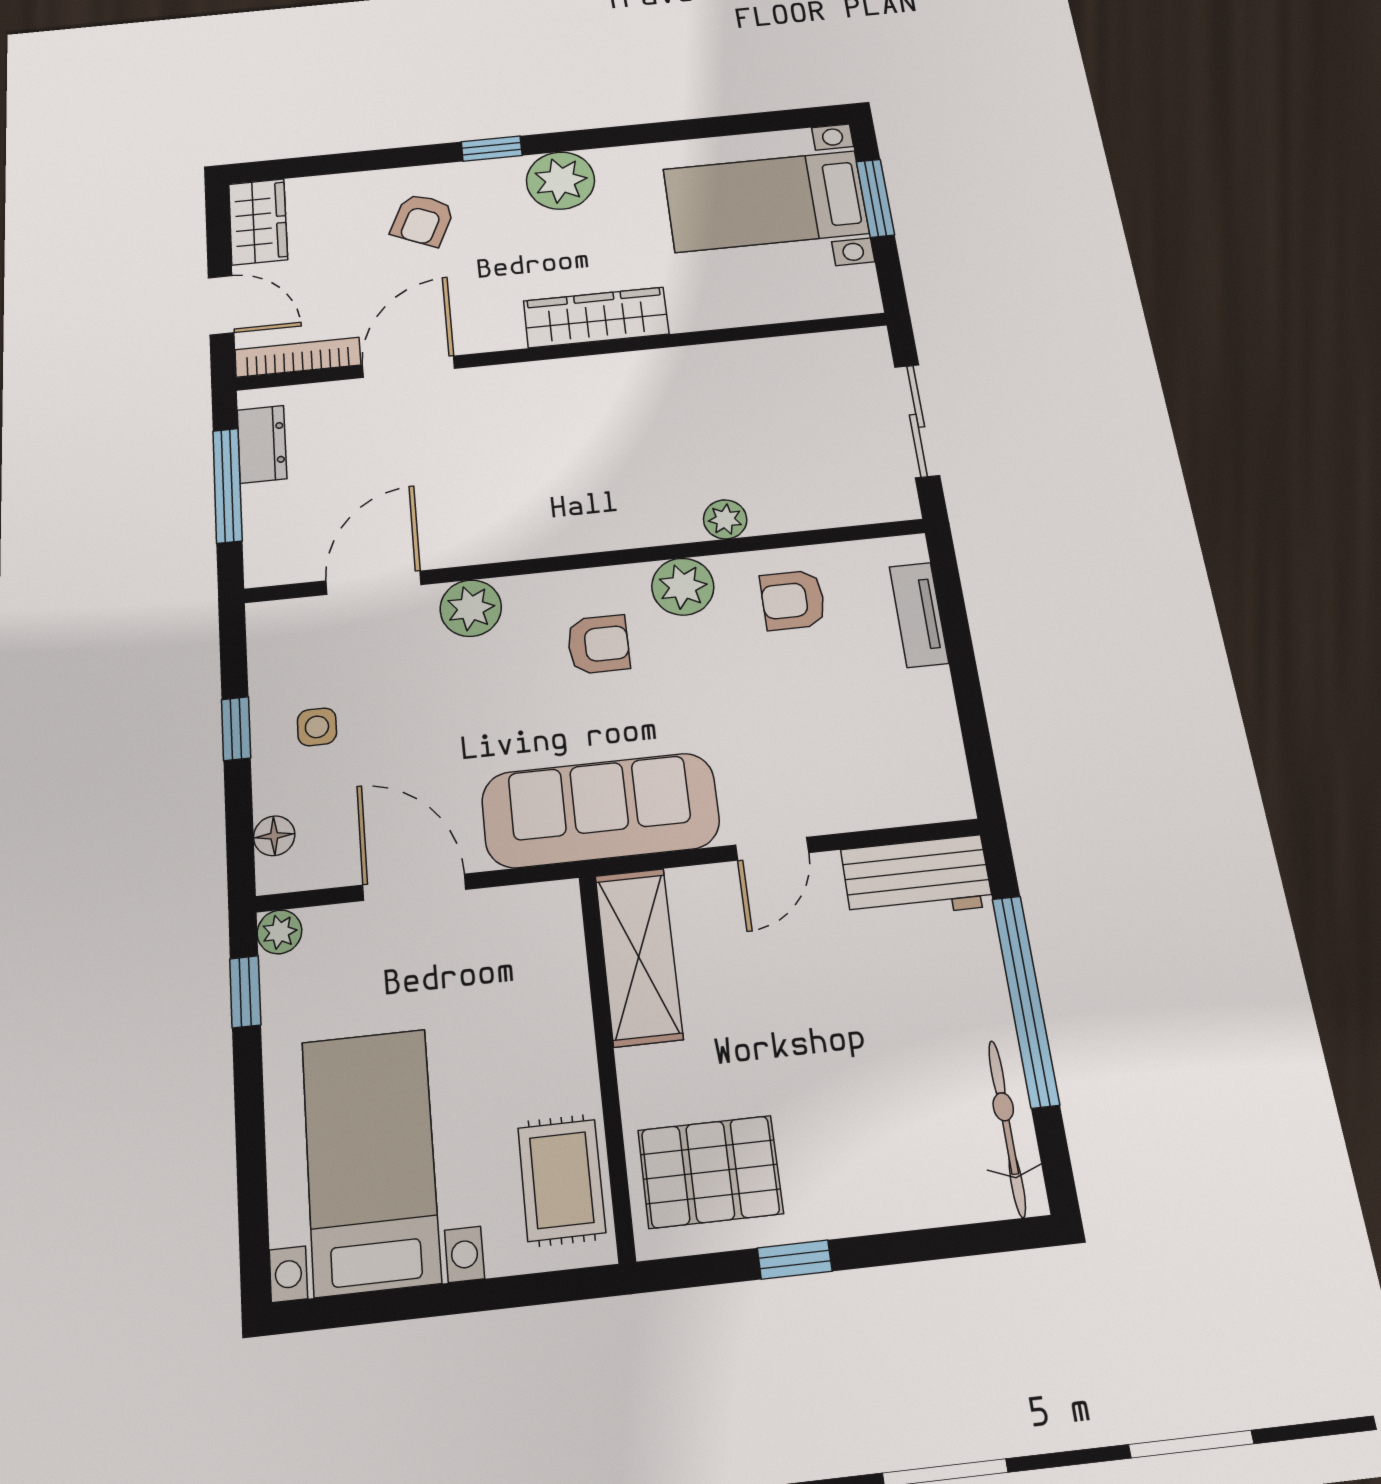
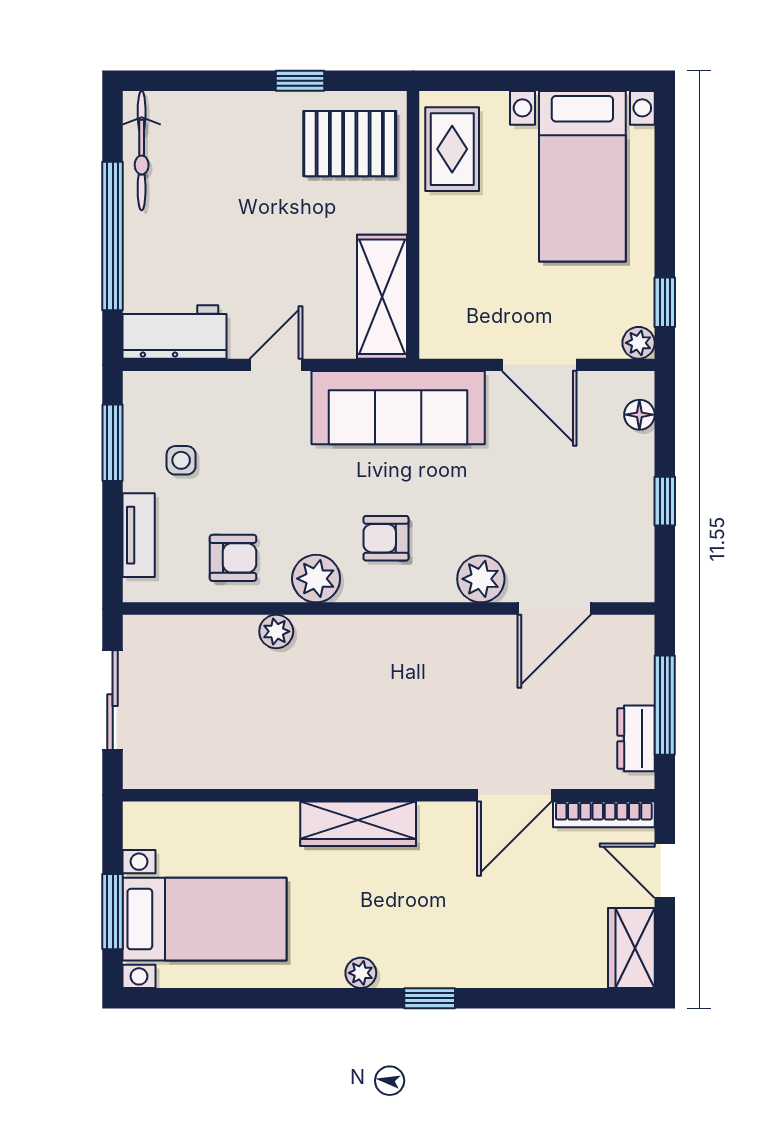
plant: (560, 181) -> (361, 973), width x0.53, depth x0.53
armchair: (423, 220) -> (493, 934), removed
window: (974, 725) -> (113, 443), added
side table: (317, 727) -> (181, 460), moved

